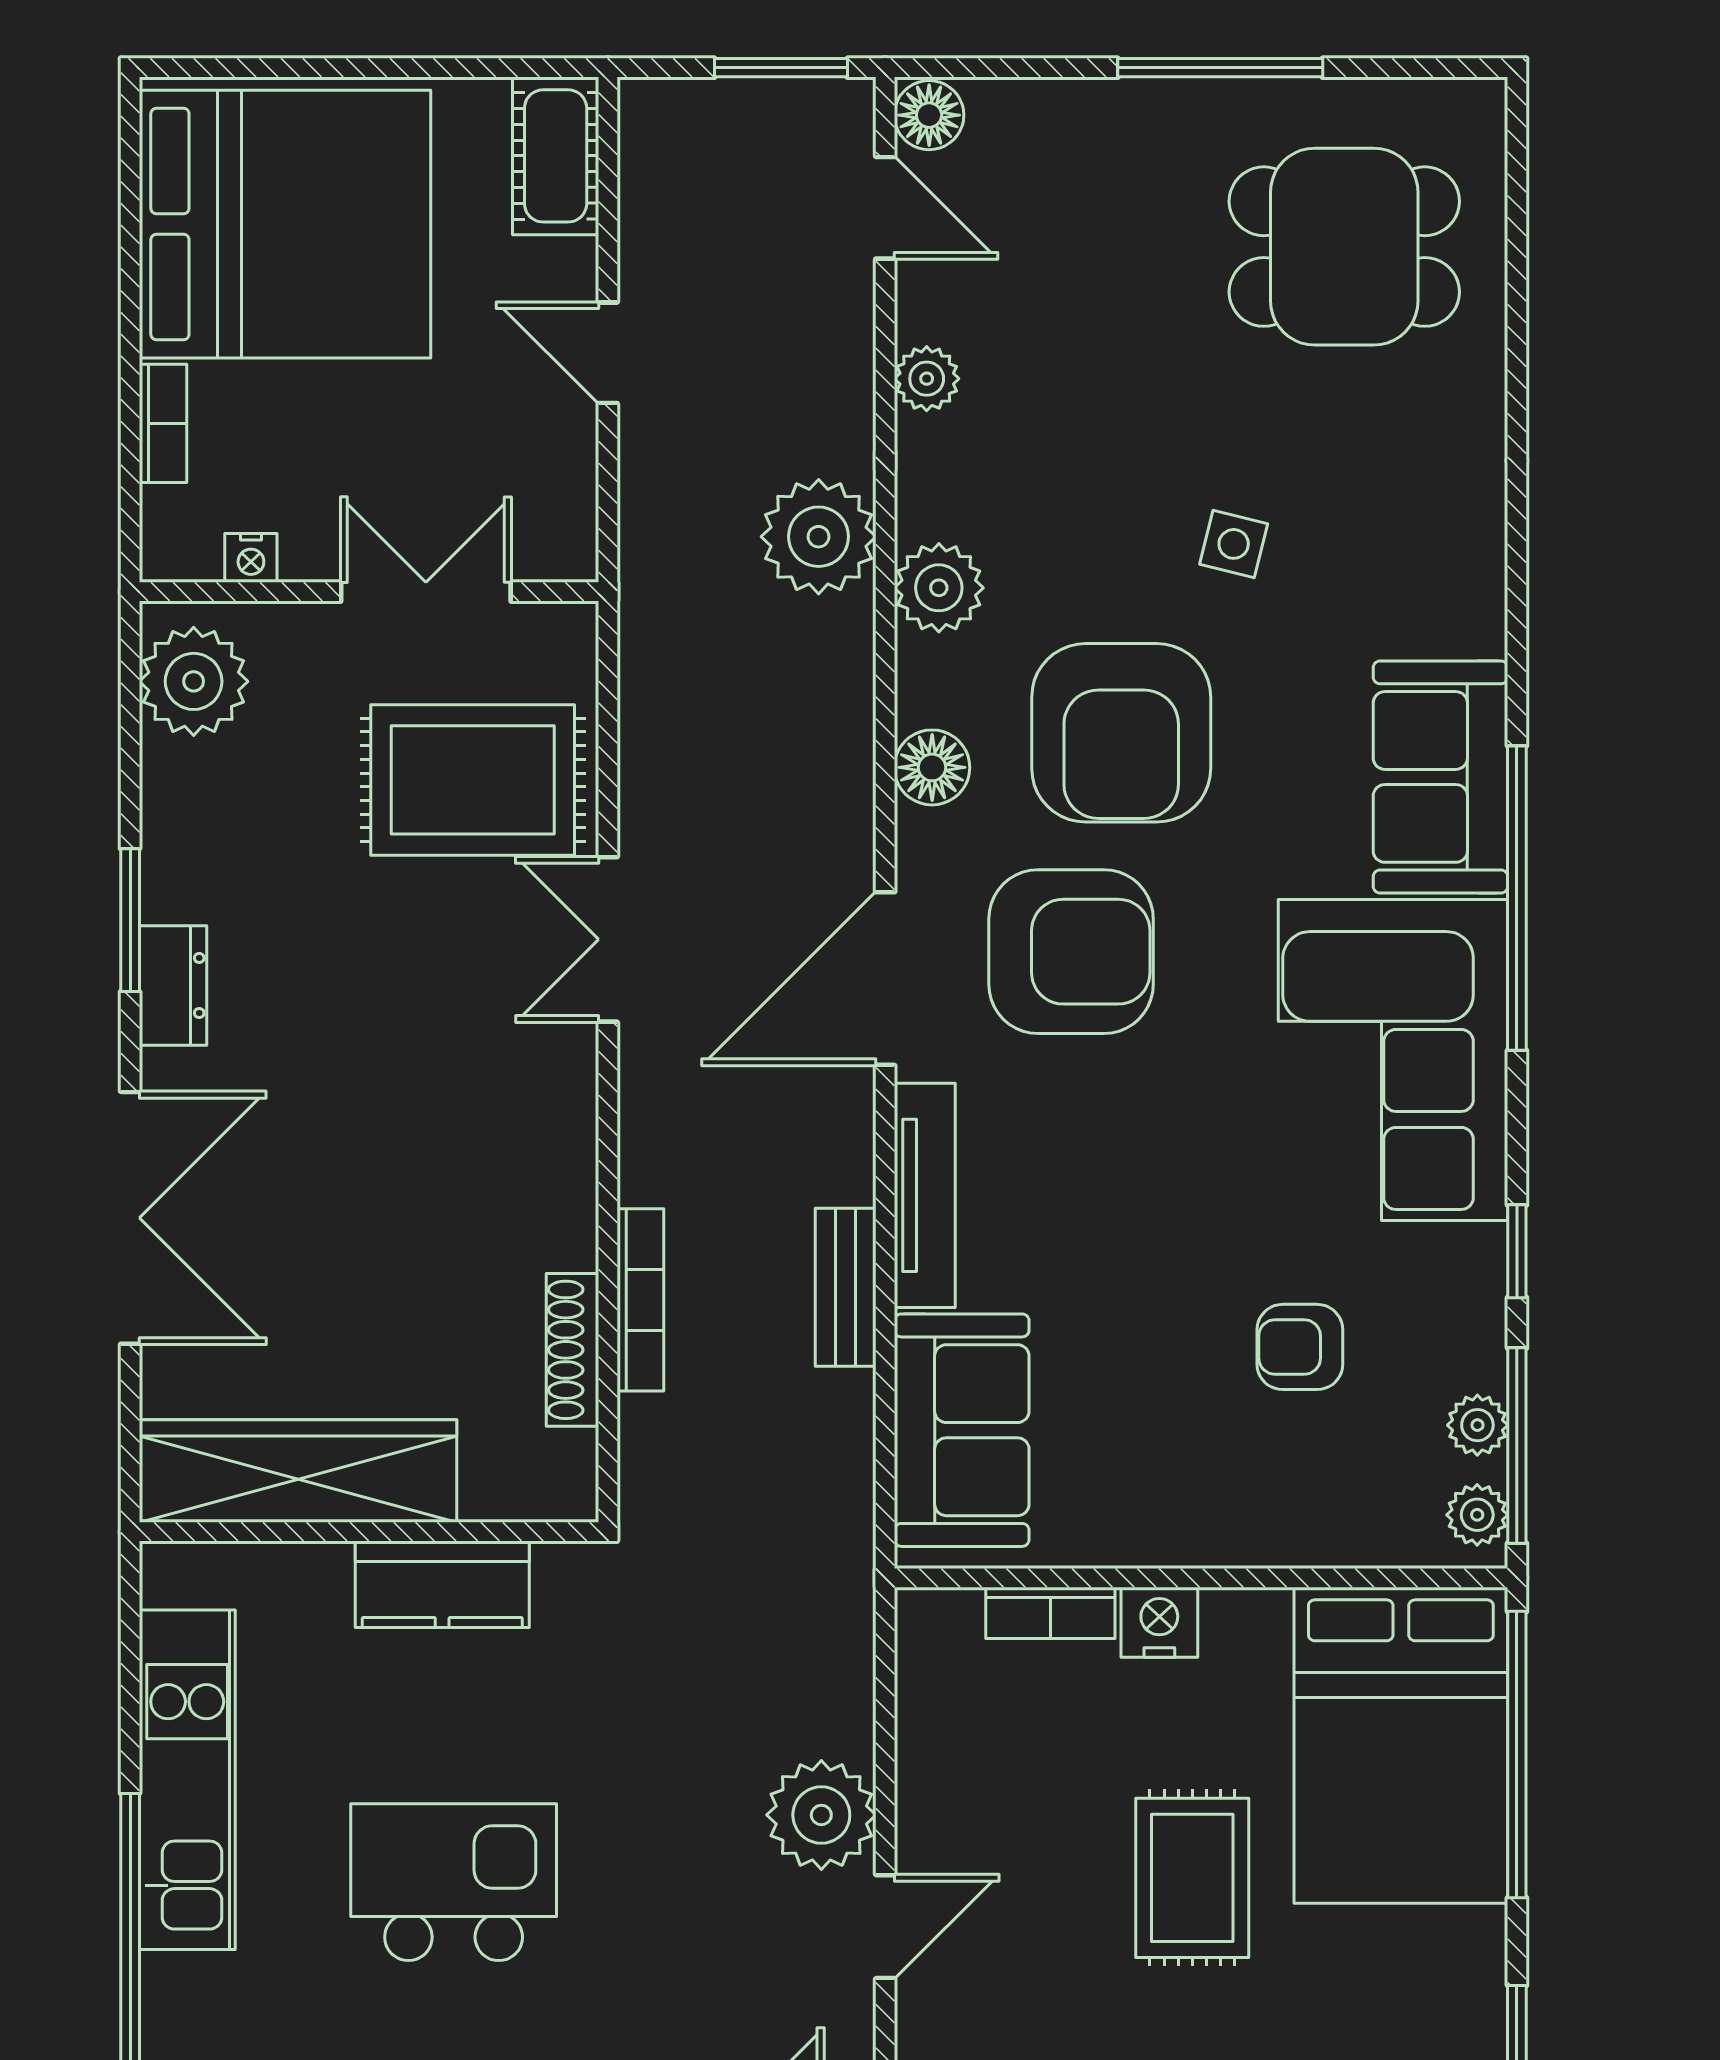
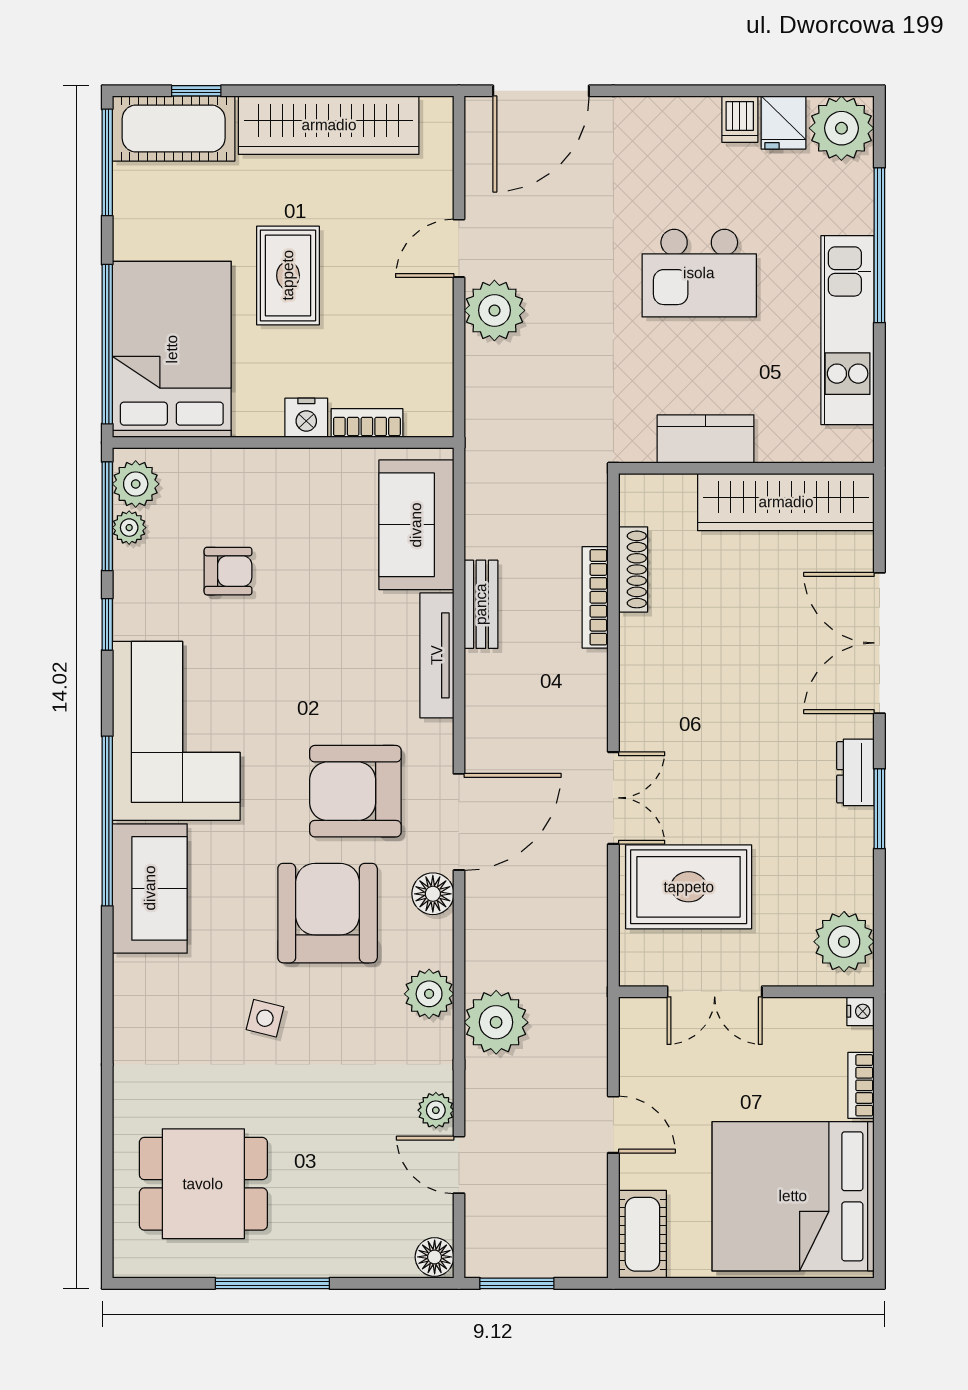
door: (885, 208) -> (459, 1165), moved
nightstand: (251, 558) -> (861, 1011), moved, turned 90
door: (885, 979) -> (459, 822), moved
plant: (1477, 1515) -> (136, 484), width x1.38, depth x1.38

